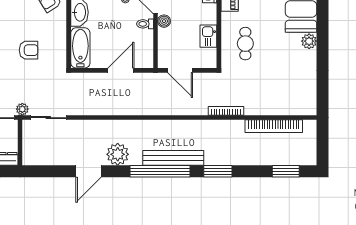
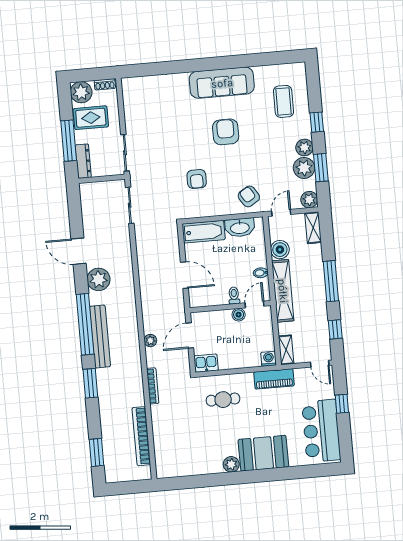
kitchen sink: (208, 36) -> (206, 363), moved
plant: (22, 109) -> (150, 341), moved

